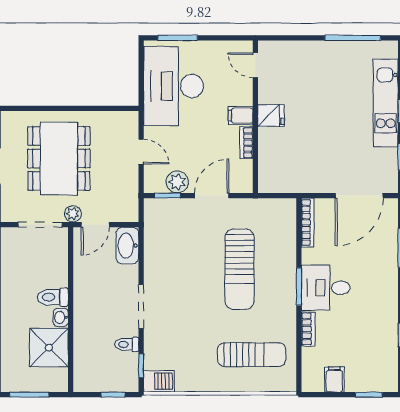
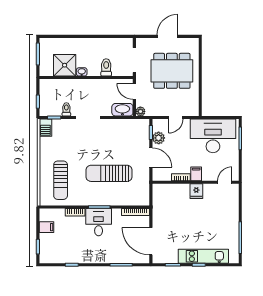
plant: (73, 214) -> (140, 111), moved
toilet: (53, 297) -> (106, 67), moved

